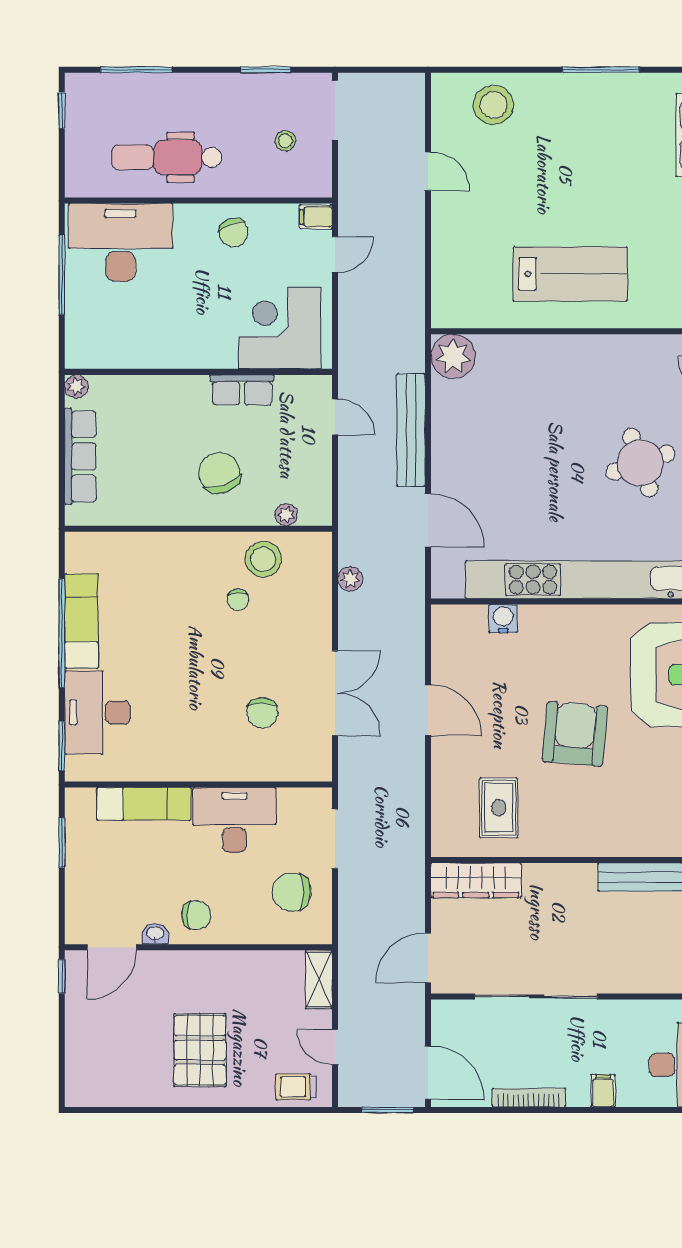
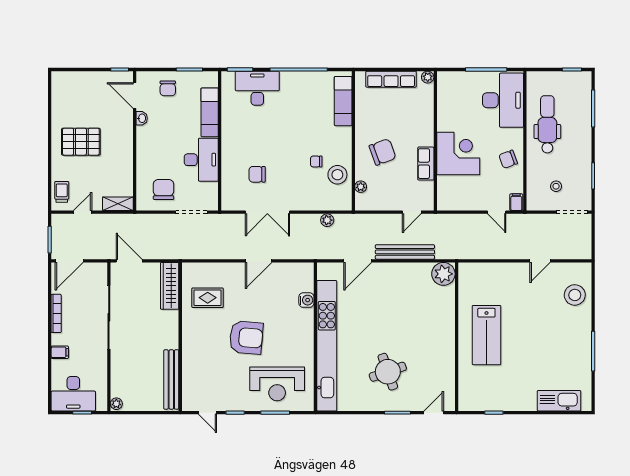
corner desk: (280, 328) -> (458, 153), moved
exam couch: (81, 621) -> (343, 101), moved, turned 90
chair: (196, 915) -> (168, 88), moved

